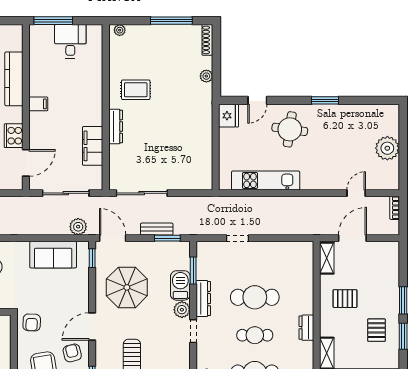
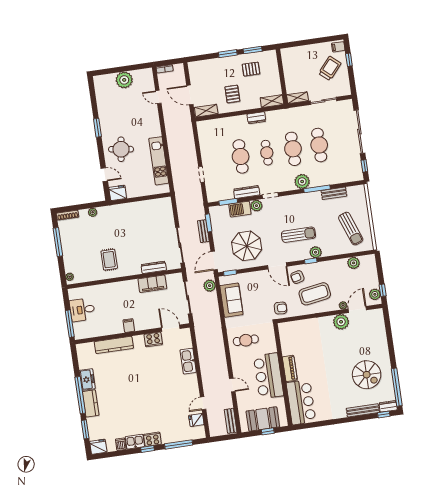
dresser: (116, 127) -> (154, 267), moved

